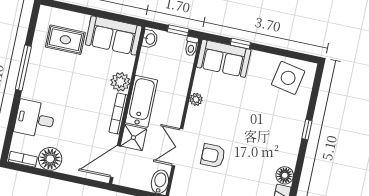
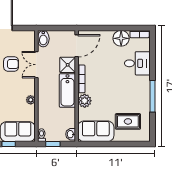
double door: (177, 147) -> (36, 65), swing flipped

